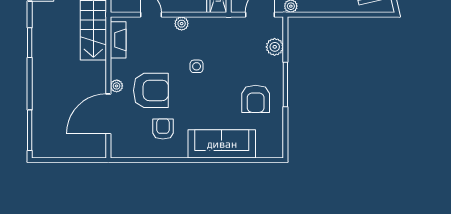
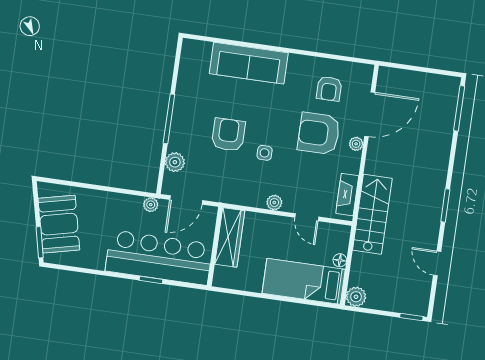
armchair: (256, 99) -> (228, 135), moved
armchair: (163, 129) -> (329, 89), moved

